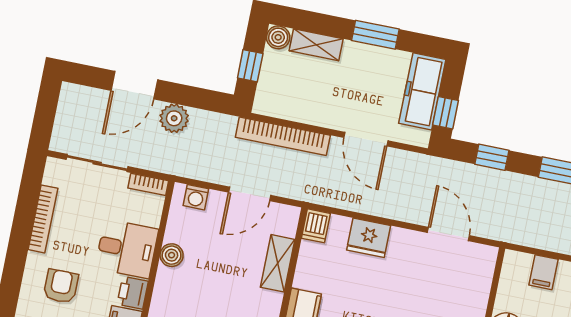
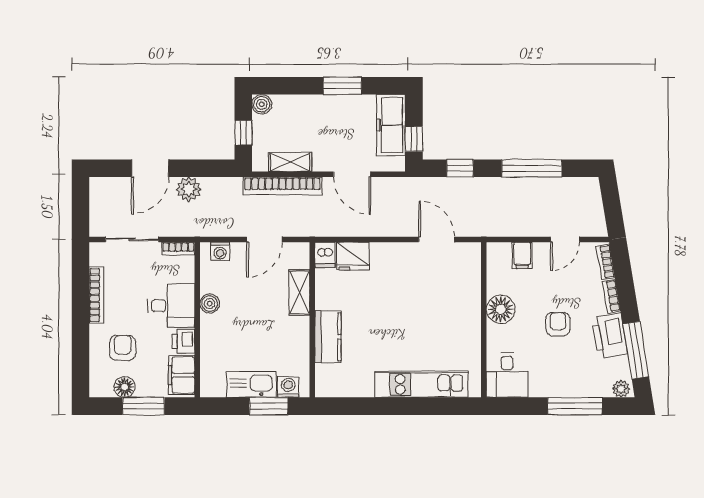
shelving: (316, 45) -> (290, 162), moved
fridge: (369, 238) -> (353, 256), moved

